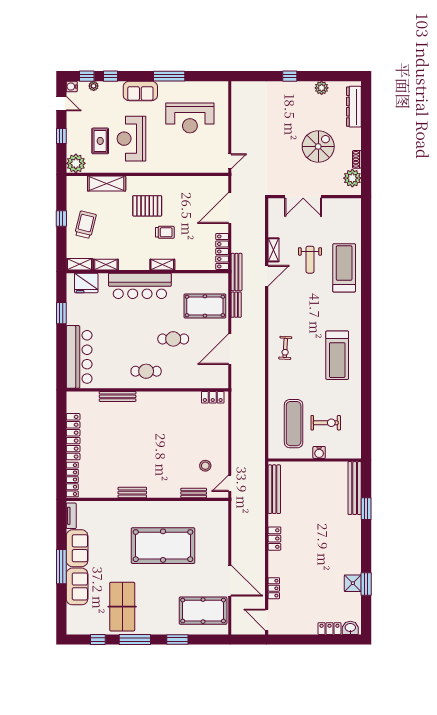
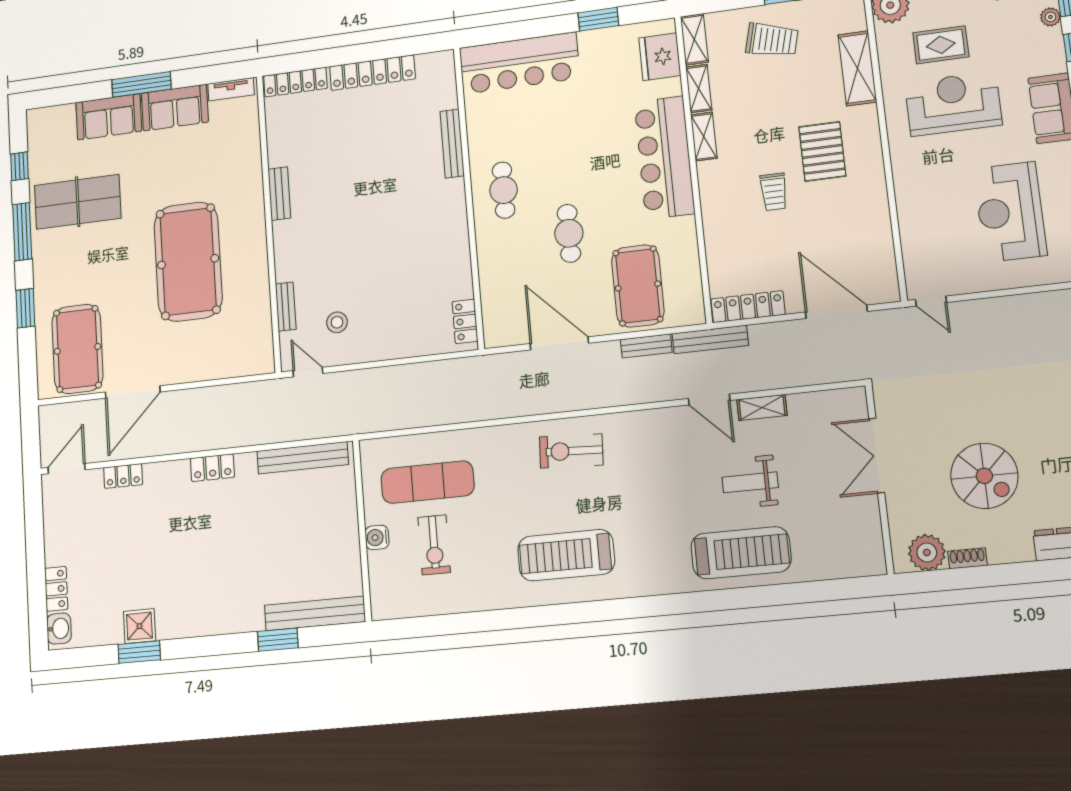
shelving: (162, 265) -> (704, 137), moved
exercise bike: (285, 348) -> (571, 451), width x1.38, depth x1.39

